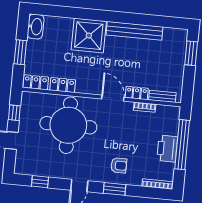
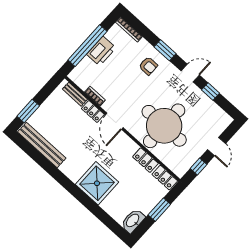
bench: (134, 31) -> (42, 145), moved
armchair: (119, 165) -> (148, 66), turned 180
window: (40, 182) -> (210, 91), moved

